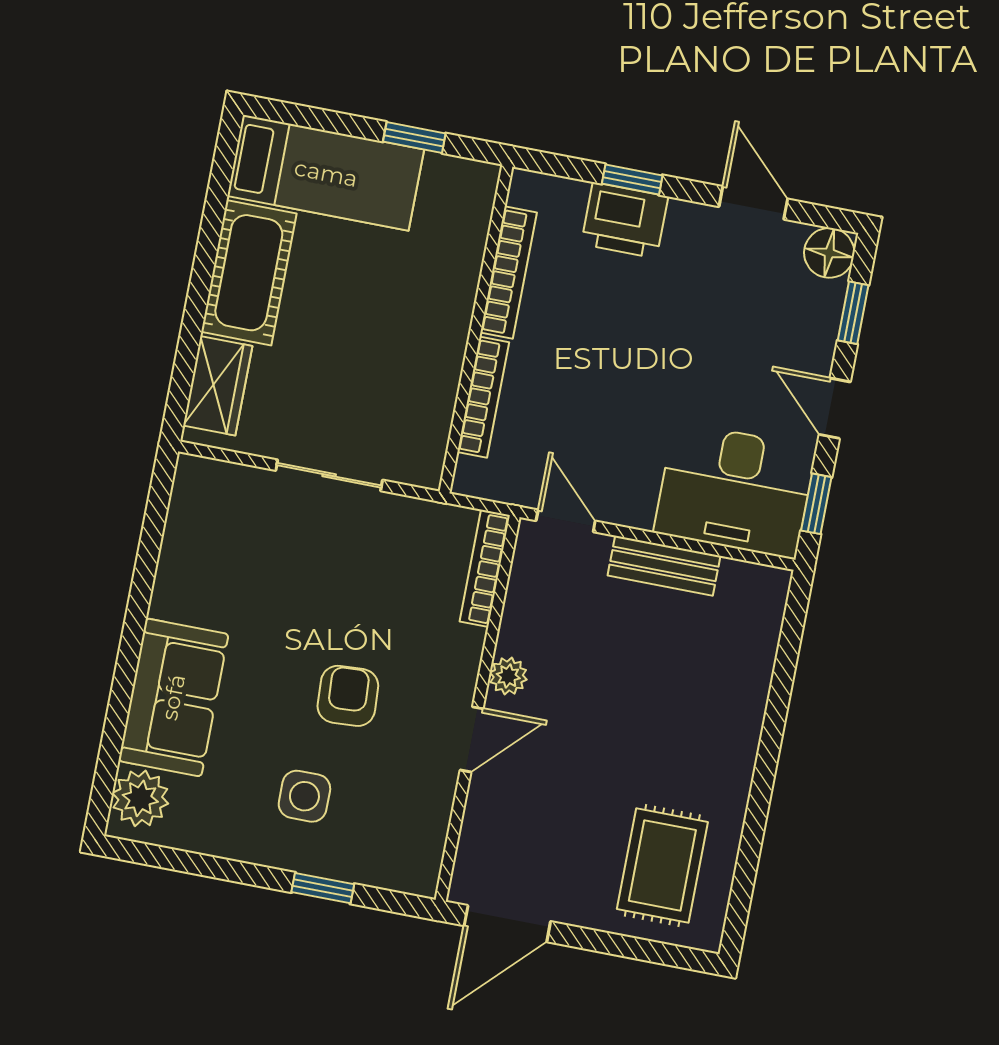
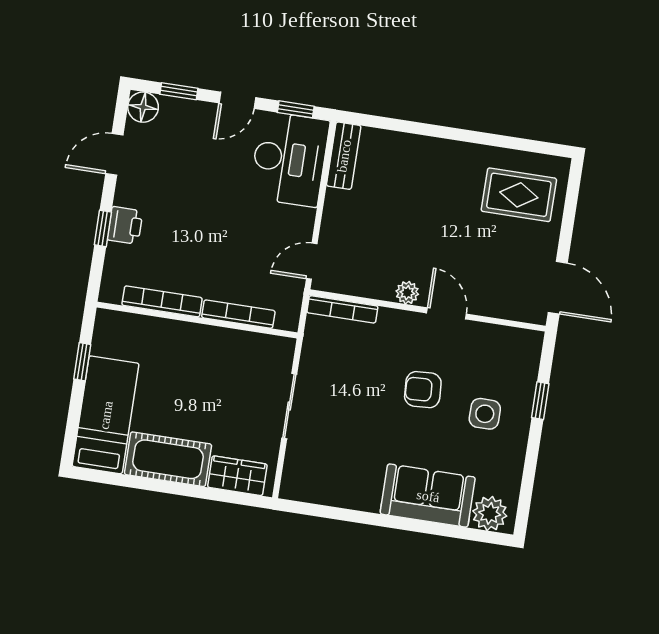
printer: (625, 220) -> (125, 225), width x0.73, depth x0.81
bench: (664, 566) -> (344, 156), moved

